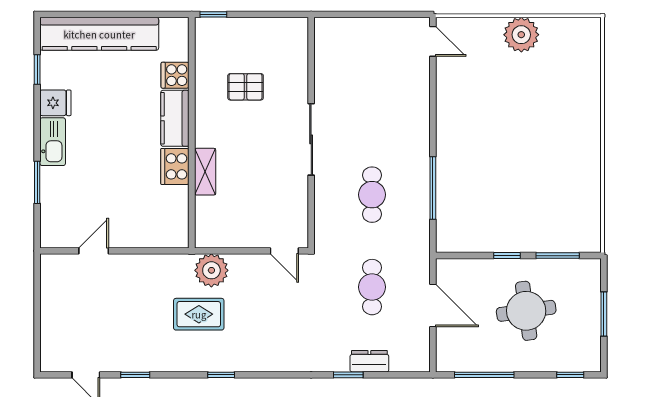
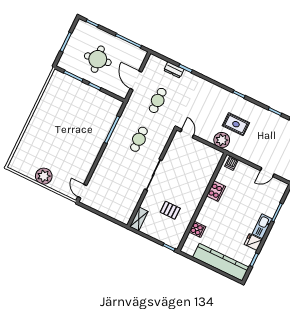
kitchen counter: (175, 118) -> (206, 211), removed
shelving: (205, 172) -> (139, 219), moved
dishwasher: (171, 235) -> (231, 163), added

